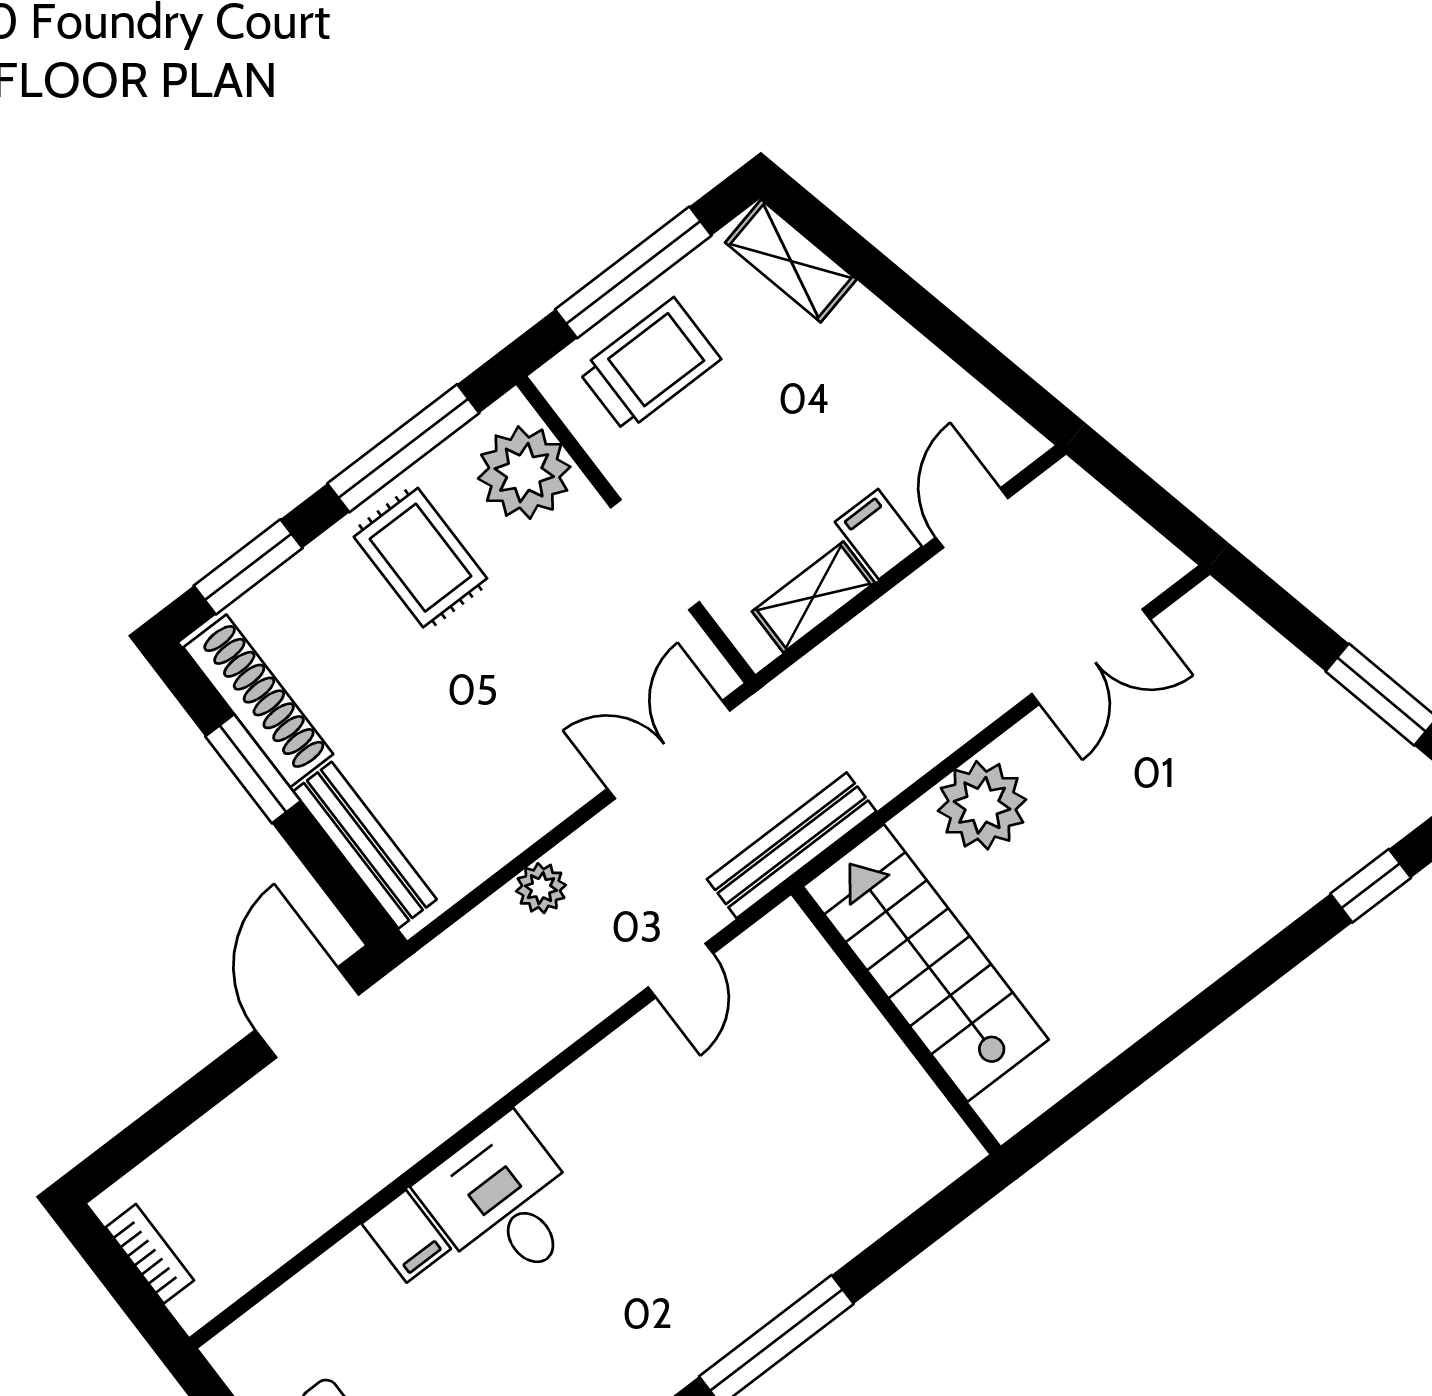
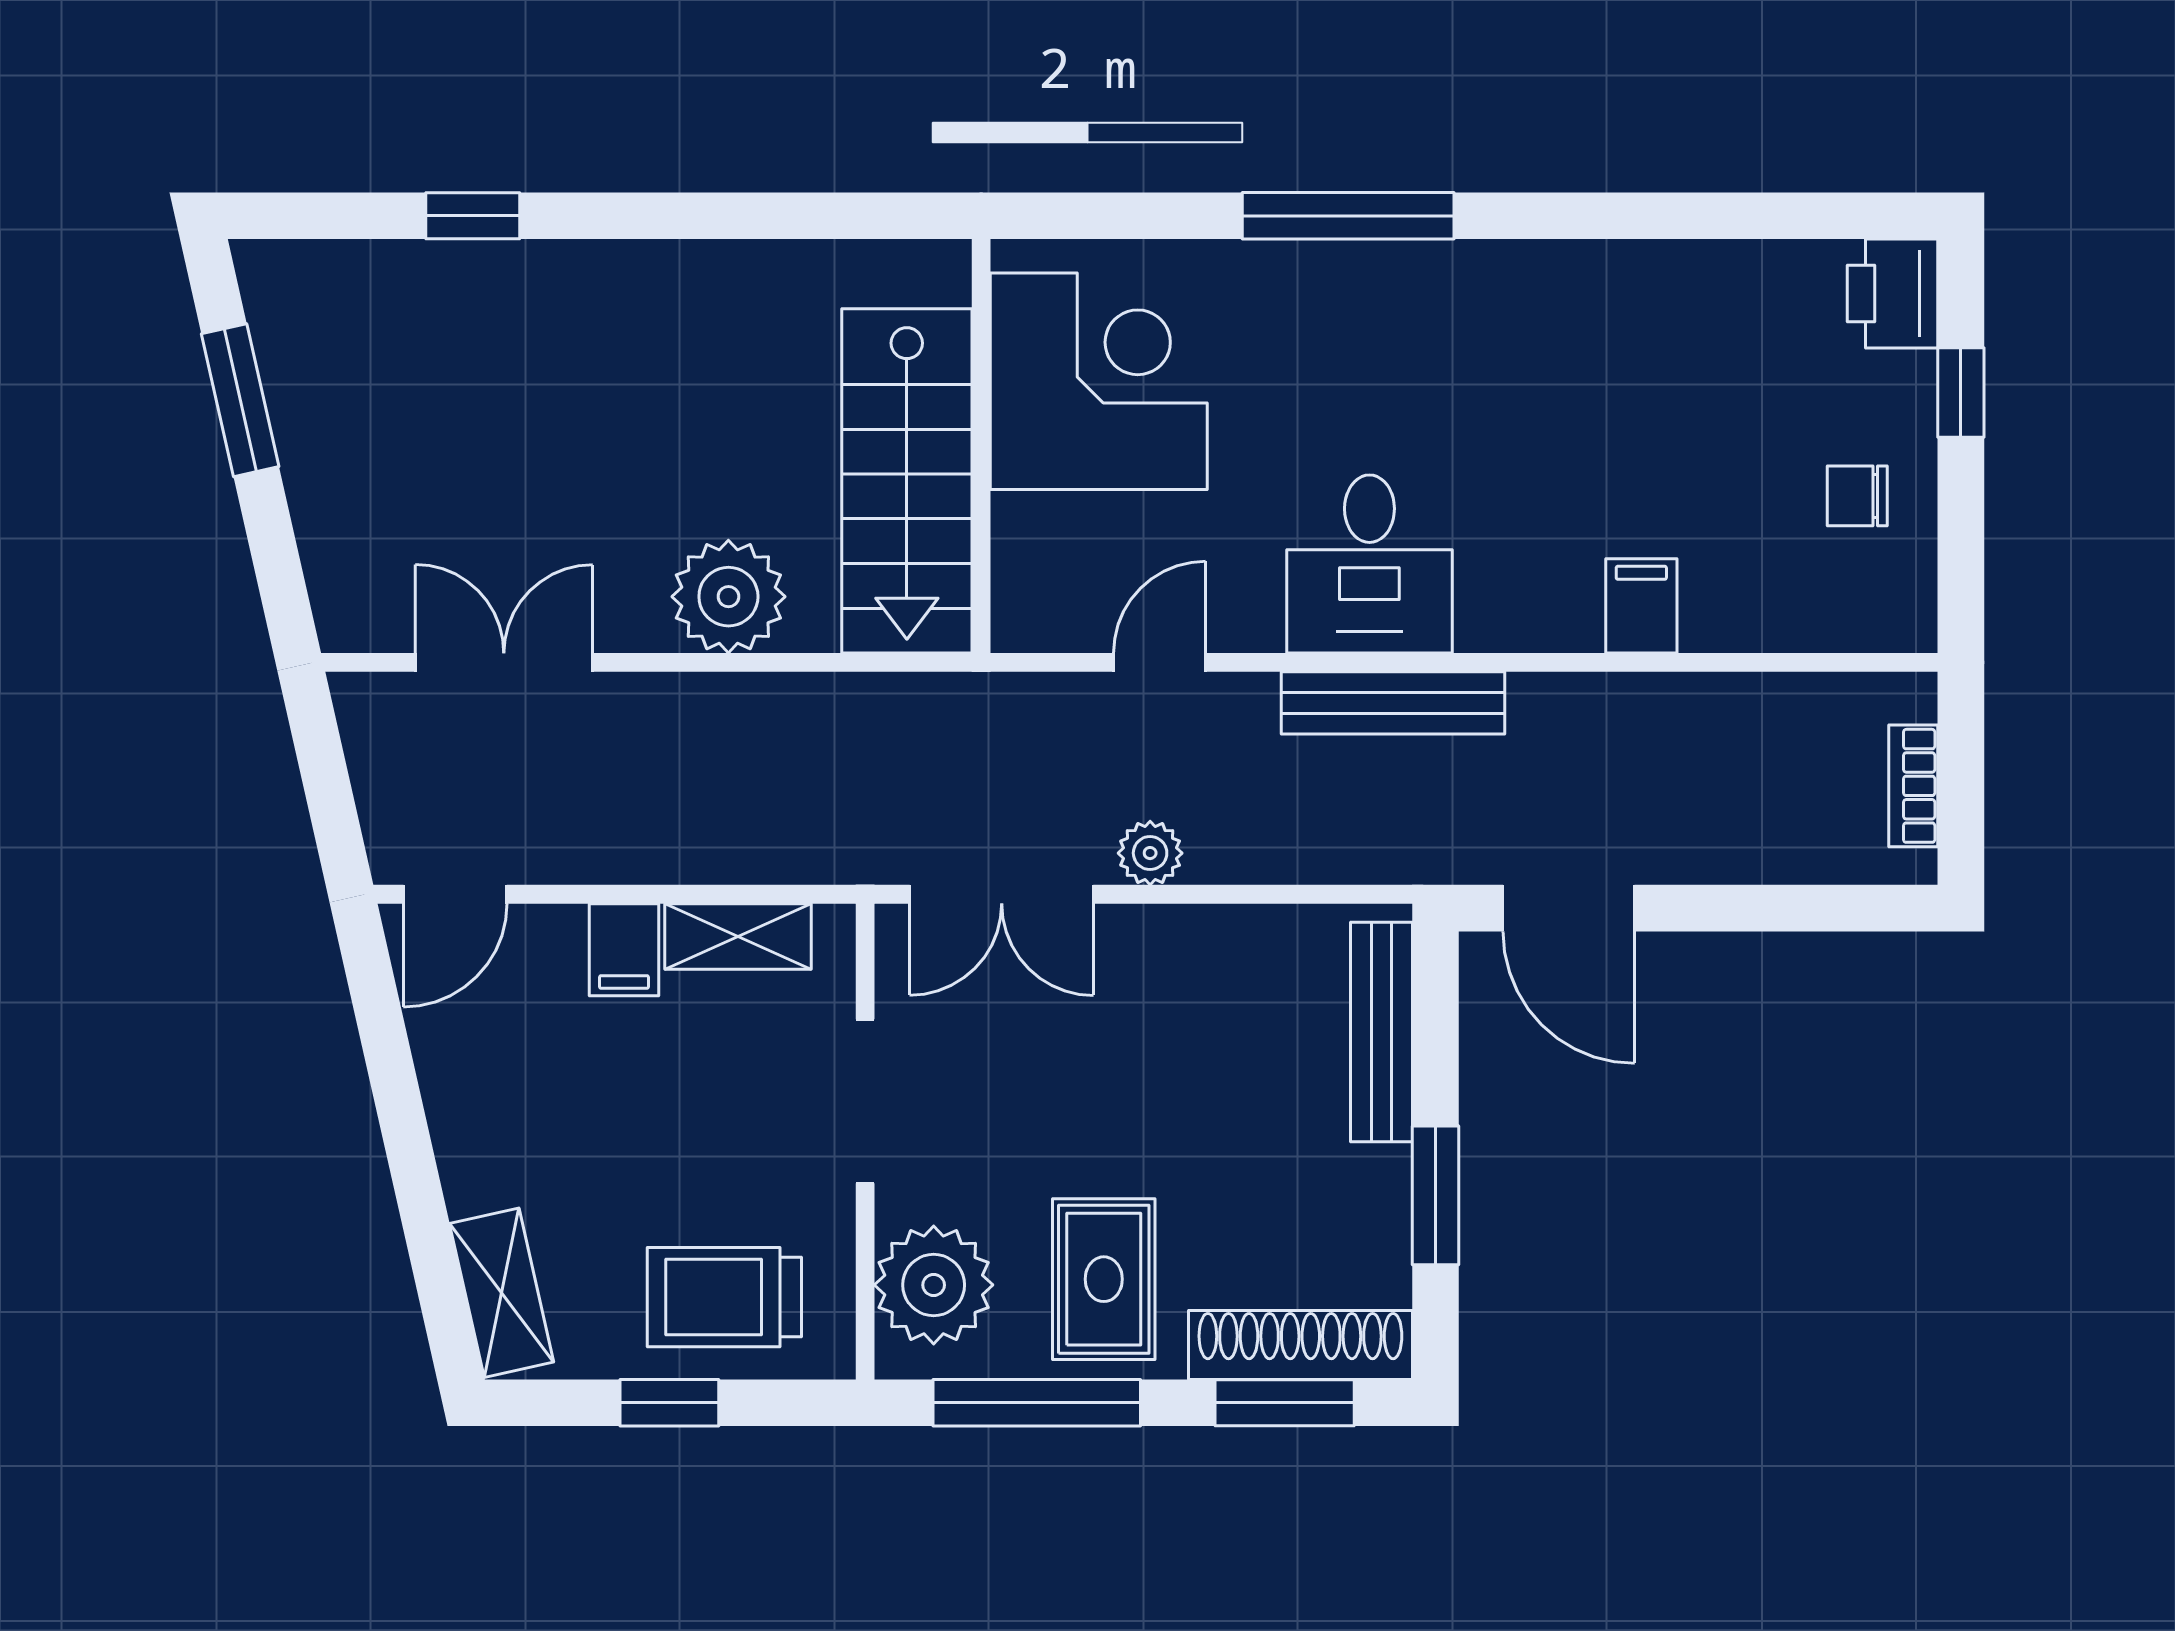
window: (633, 272) -> (669, 1403), width x0.46
door: (972, 518) -> (455, 894), moved
shoe rack: (258, 701) -> (1300, 1345), moved, turned 90
bench: (792, 845) -> (1393, 703), moved
window: (1371, 886) -> (473, 216), moved
plant: (541, 888) -> (1150, 853), moved
door: (307, 1012) -> (1569, 908), hinge flipped
corner desk: (853, 1117) -> (1099, 381), added
desk: (504, 1203) -> (1369, 564), moved

